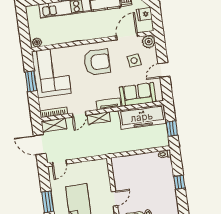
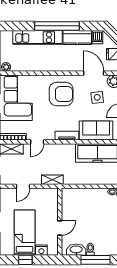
door: (127, 36) -> (94, 73), hinge flipped
shelving: (99, 118) -> (52, 180), moved
door: (59, 163) -> (23, 186), moved

